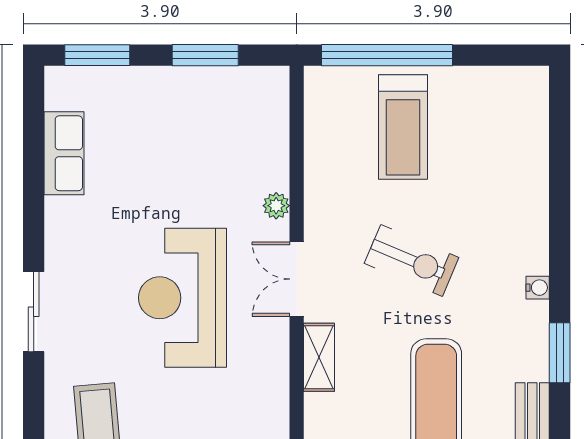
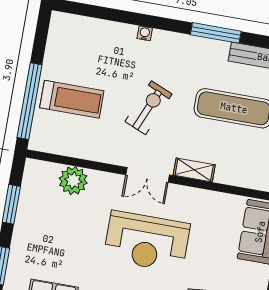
plant: (276, 206) -> (73, 181), moved, width x1.88, depth x1.88
water cooler: (538, 288) -> (145, 33), moved
window: (560, 353) -> (216, 33), width x1.44

